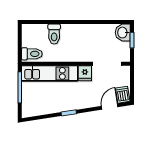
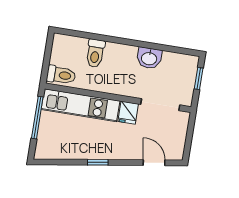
washbasin: (123, 33) -> (149, 58), moved, turned -90
dishwasher: (123, 95) -> (174, 150), removed
door: (110, 106) -> (154, 163), hinge flipped

